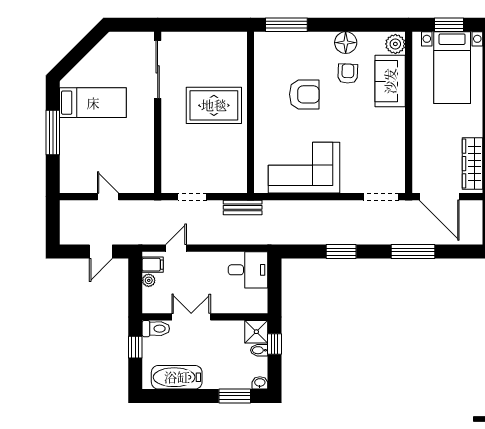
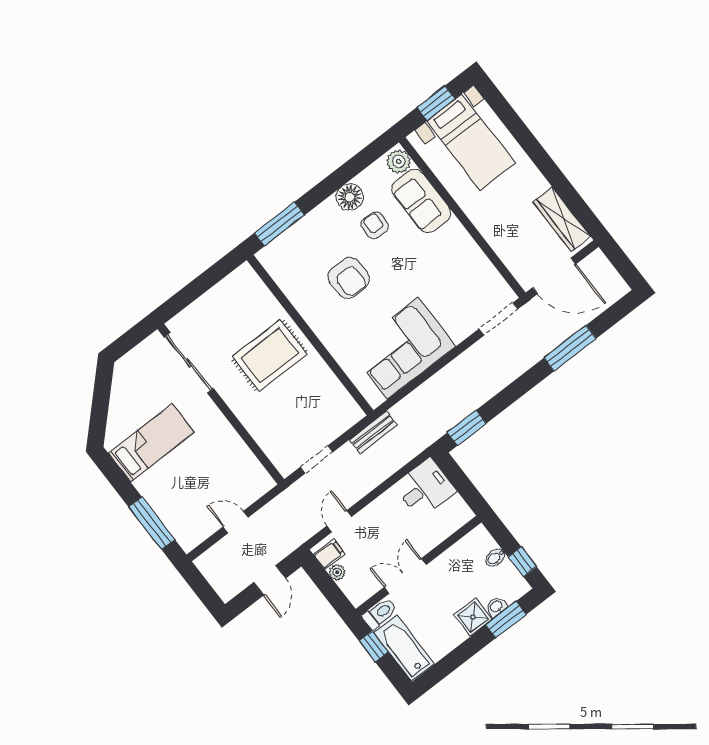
armchair: (304, 94) -> (349, 278), turned 90
window: (53, 133) -> (152, 523), moved
window: (341, 252) -> (467, 428), moved
shower: (256, 332) -> (473, 617), moved
window: (275, 344) -> (522, 562), moved
bathtub: (177, 377) -> (404, 648), moved, turned 90
washbasin: (260, 383) -> (496, 607), moved

